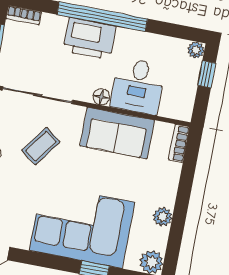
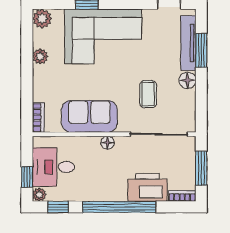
window: (176, 31) -> (58, 207), added
printer: (90, 39) -> (147, 187), moved
desk: (138, 86) -> (53, 167), moved, turned -90
coffee table: (41, 146) -> (148, 94), turned -36

